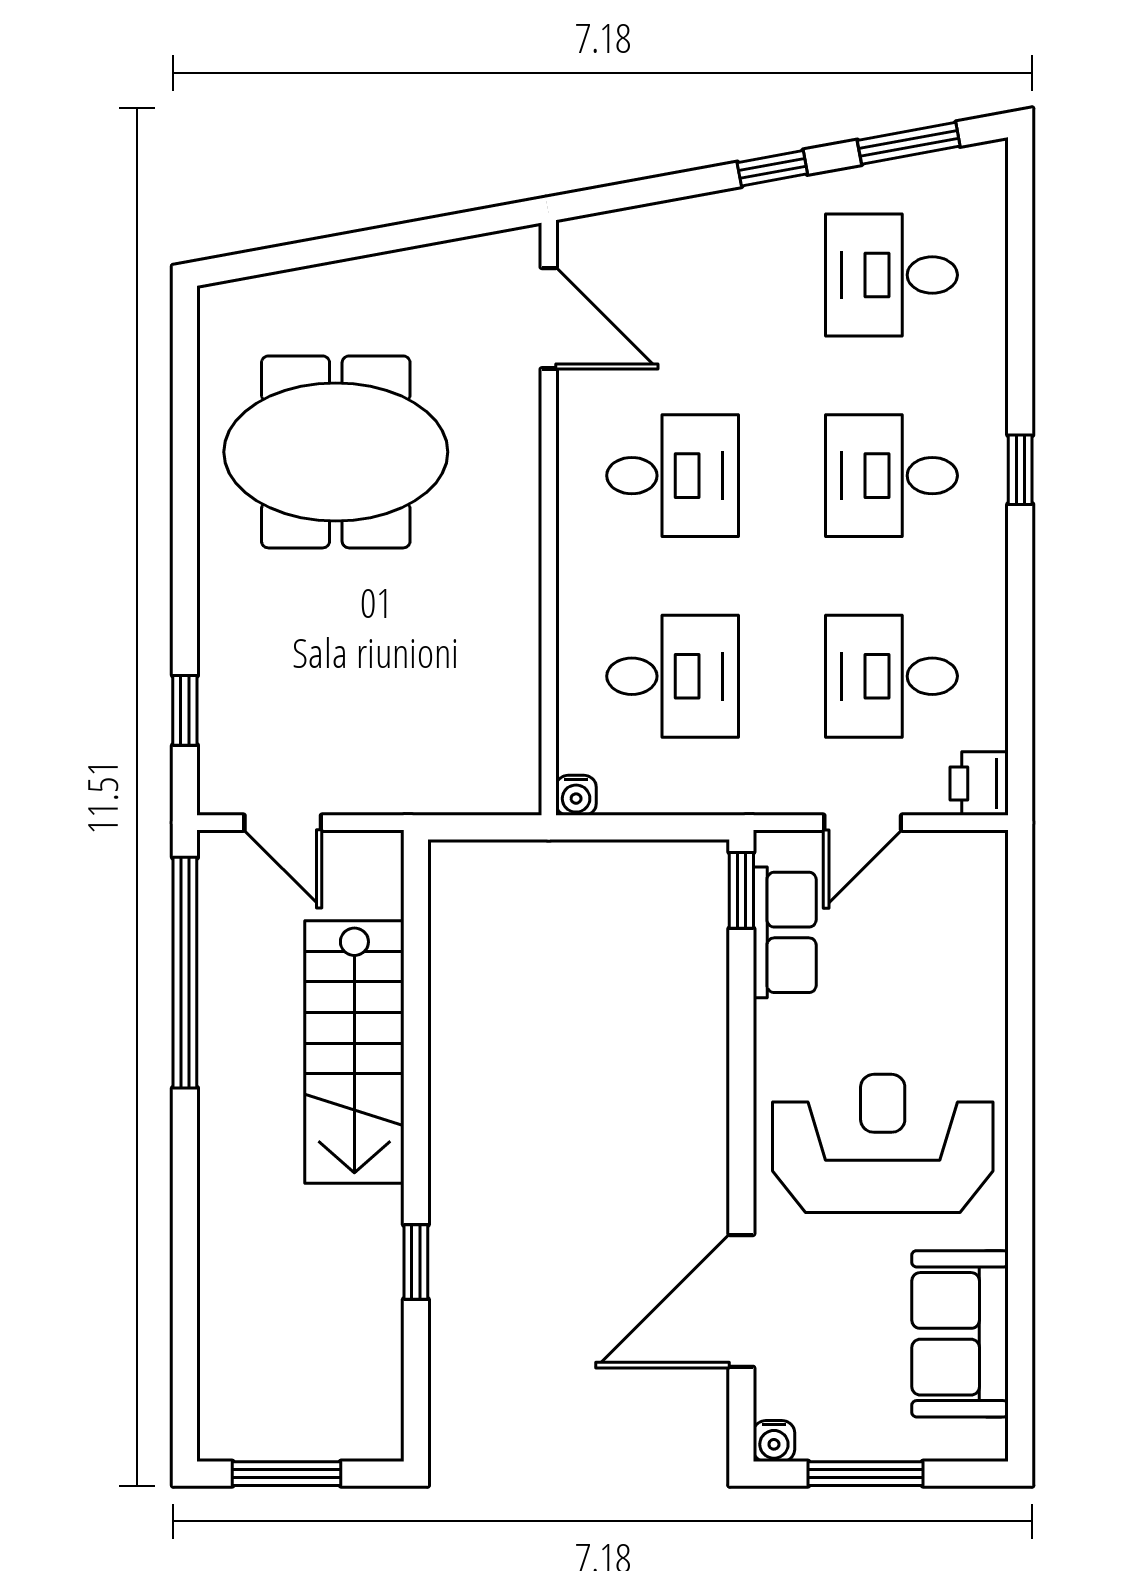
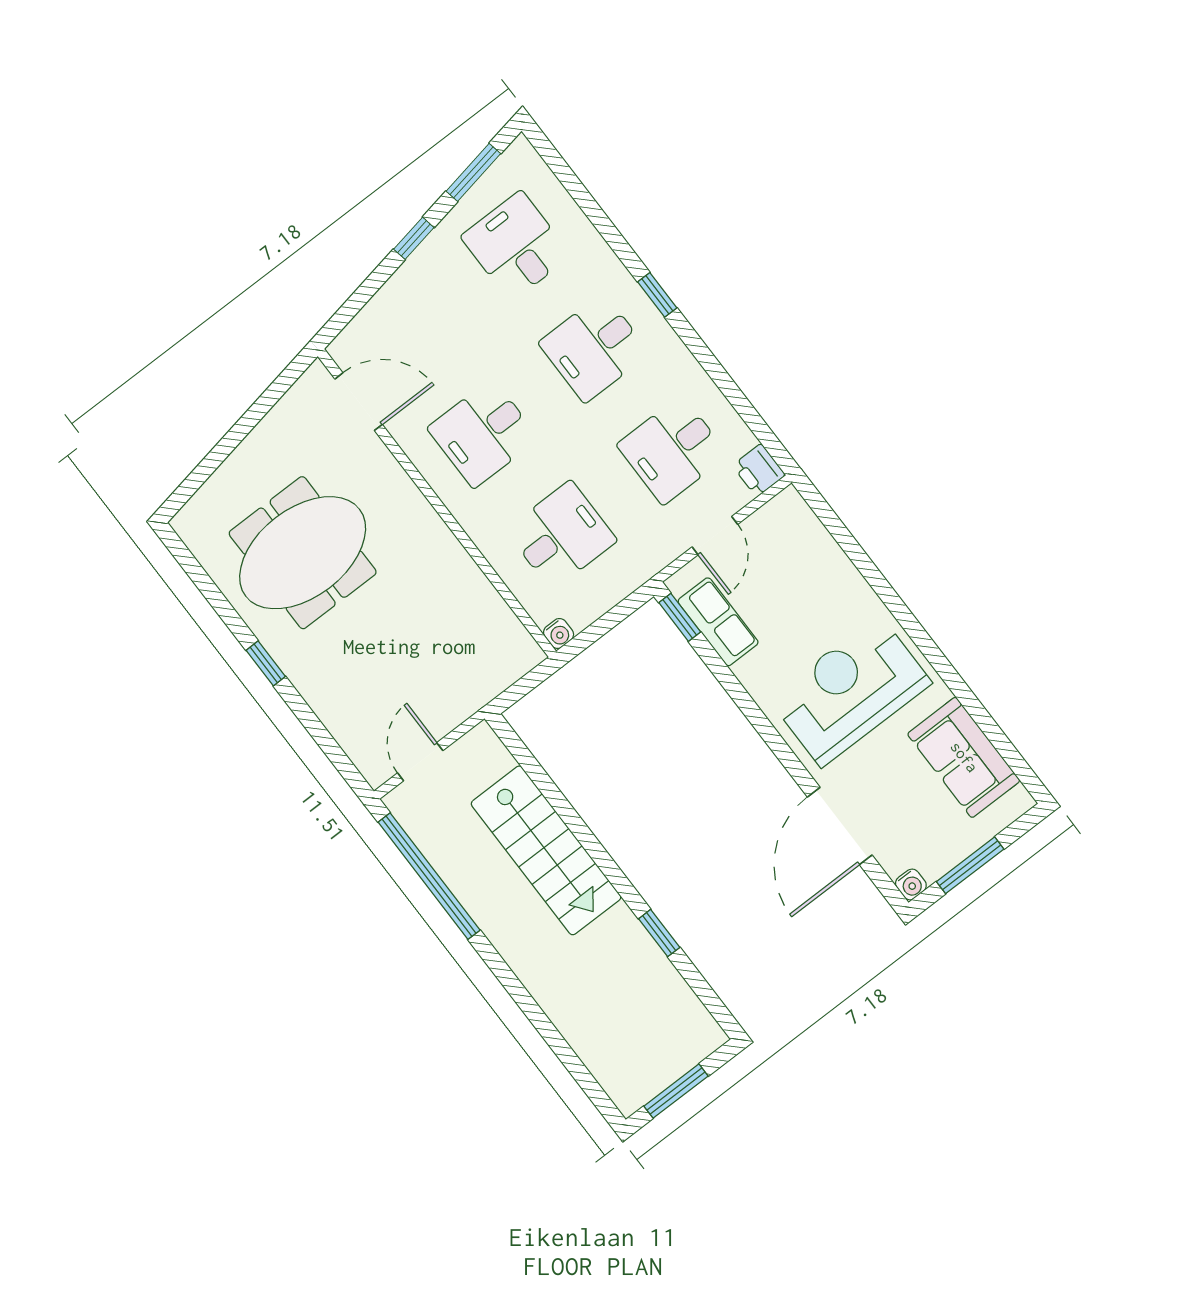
desk: (891, 275) -> (516, 246), turned 90
desk: (673, 476) -> (483, 433), turned 180
window: (185, 710) -> (266, 663), moved
door: (283, 823) -> (420, 762), swing flipped

